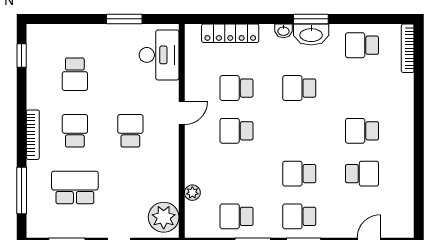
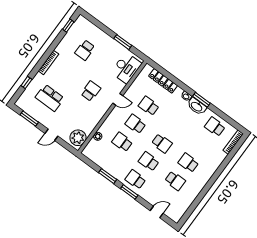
school desk: (299, 88) -> (162, 143), moved, turned 180
school desk: (75, 131) -> (67, 74), removed
school desk: (75, 187) -> (50, 98), turned 180
window: (22, 190) -> (26, 83), width x0.46
school desk: (237, 216) -> (122, 142), moved

